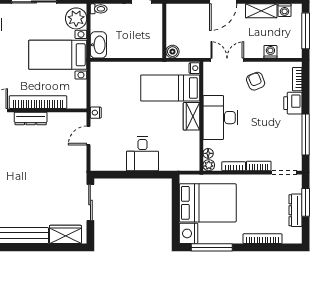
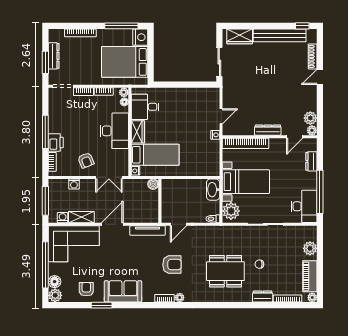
bookcase: (38, 102) -> (246, 143), moved
window: (306, 135) -> (45, 132), moved
desk: (143, 154) -> (145, 107), moved, turned -90

